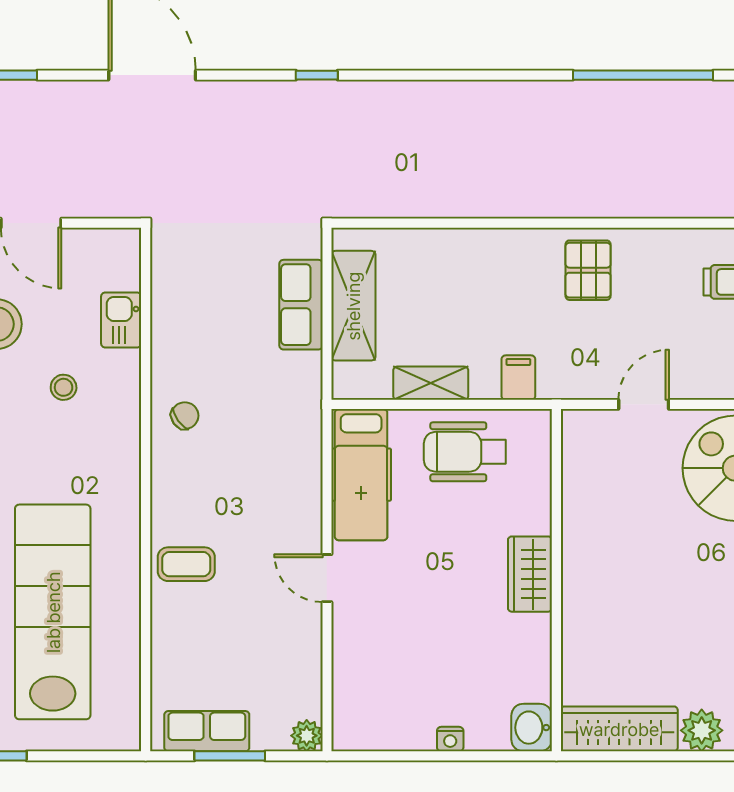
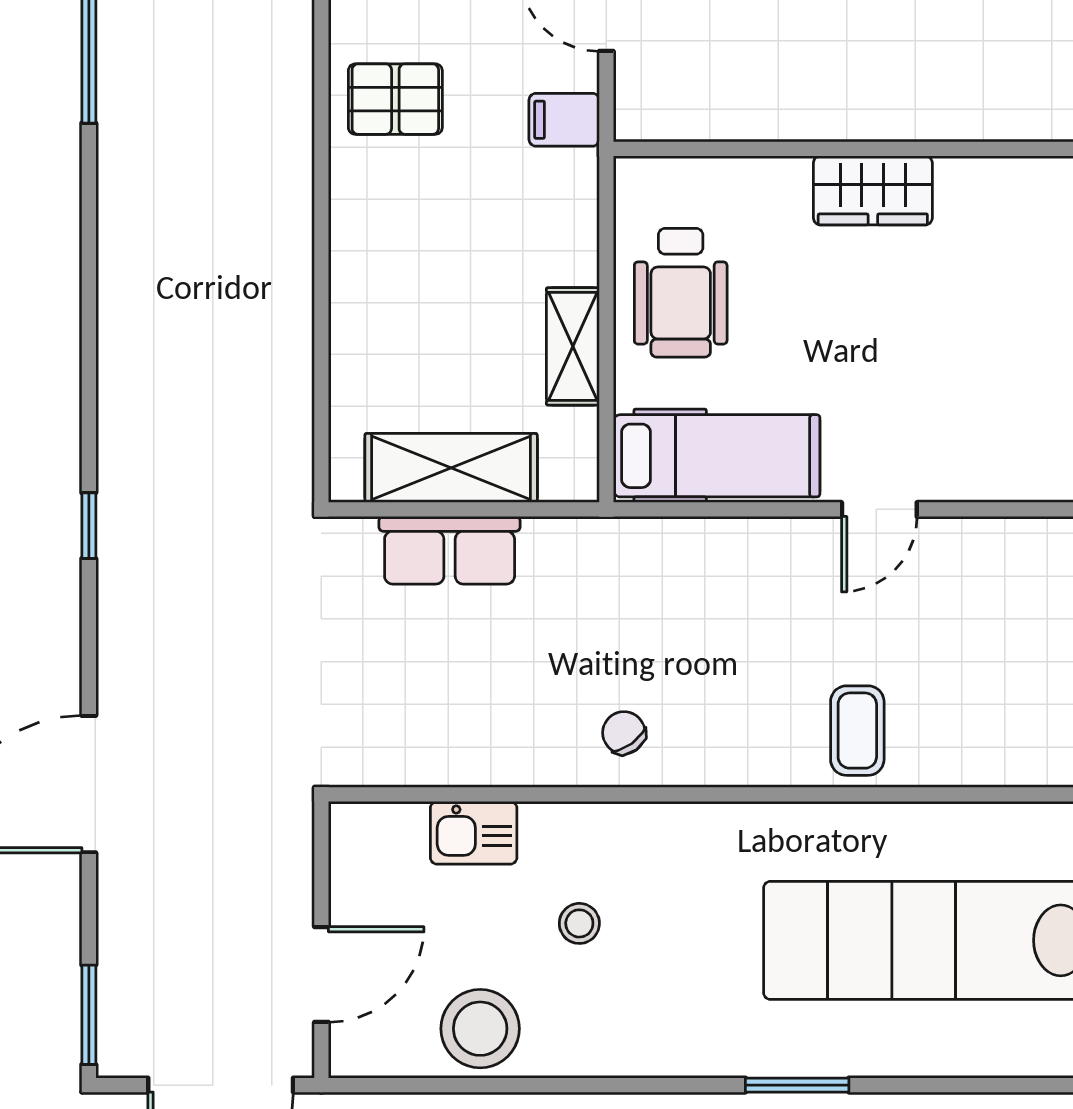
filing cabinet: (518, 378) -> (564, 120), moved

